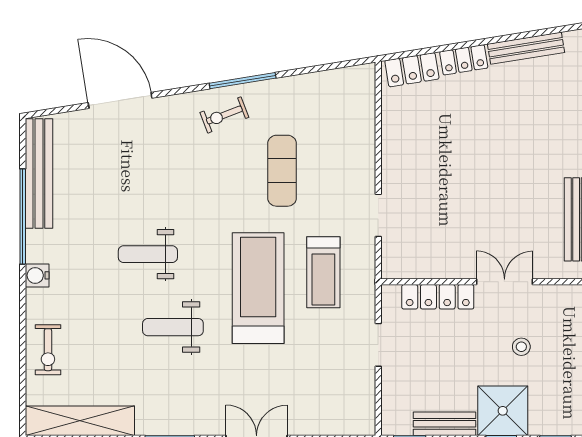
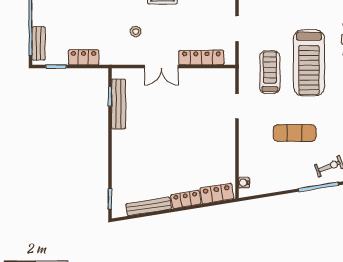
water cooler: (367, 88) -> (244, 183), added
exercise mat: (282, 171) -> (295, 133), turned 90
stool: (521, 347) -> (136, 32), moved

